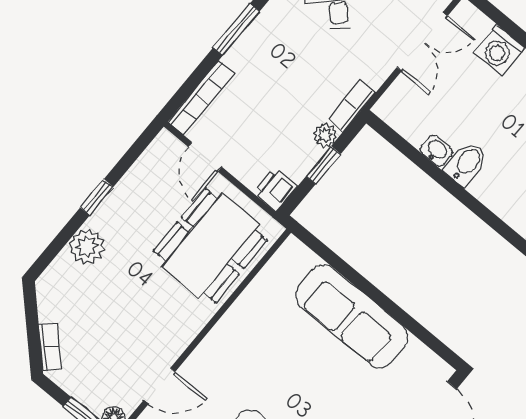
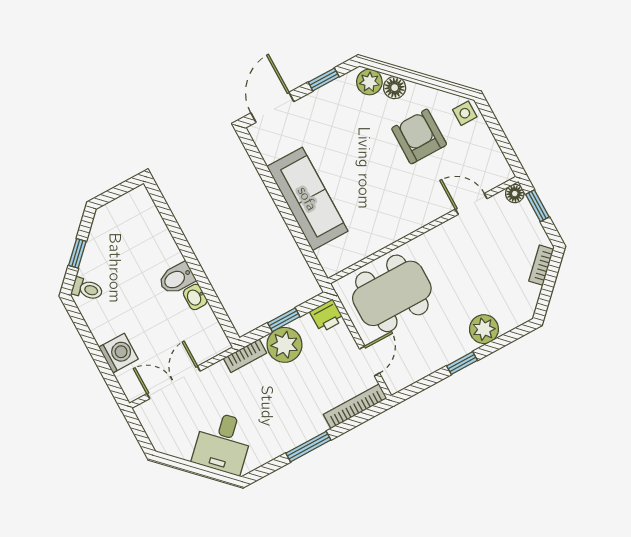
plant: (325, 135) -> (284, 345), width x1.87, depth x1.87

